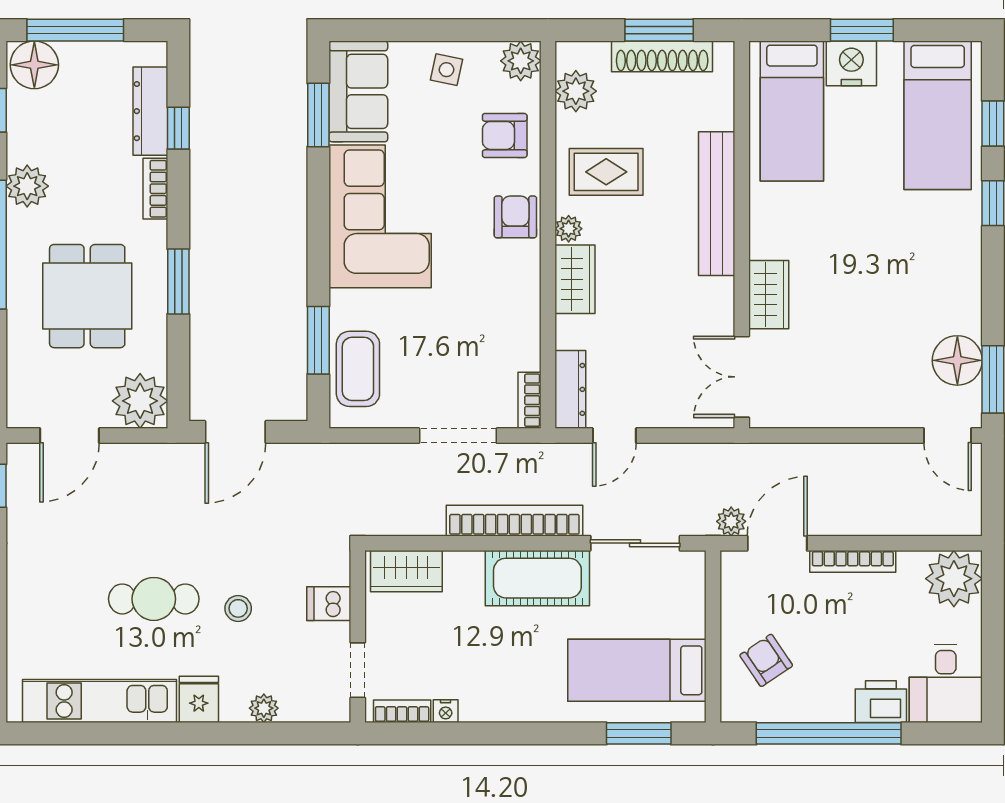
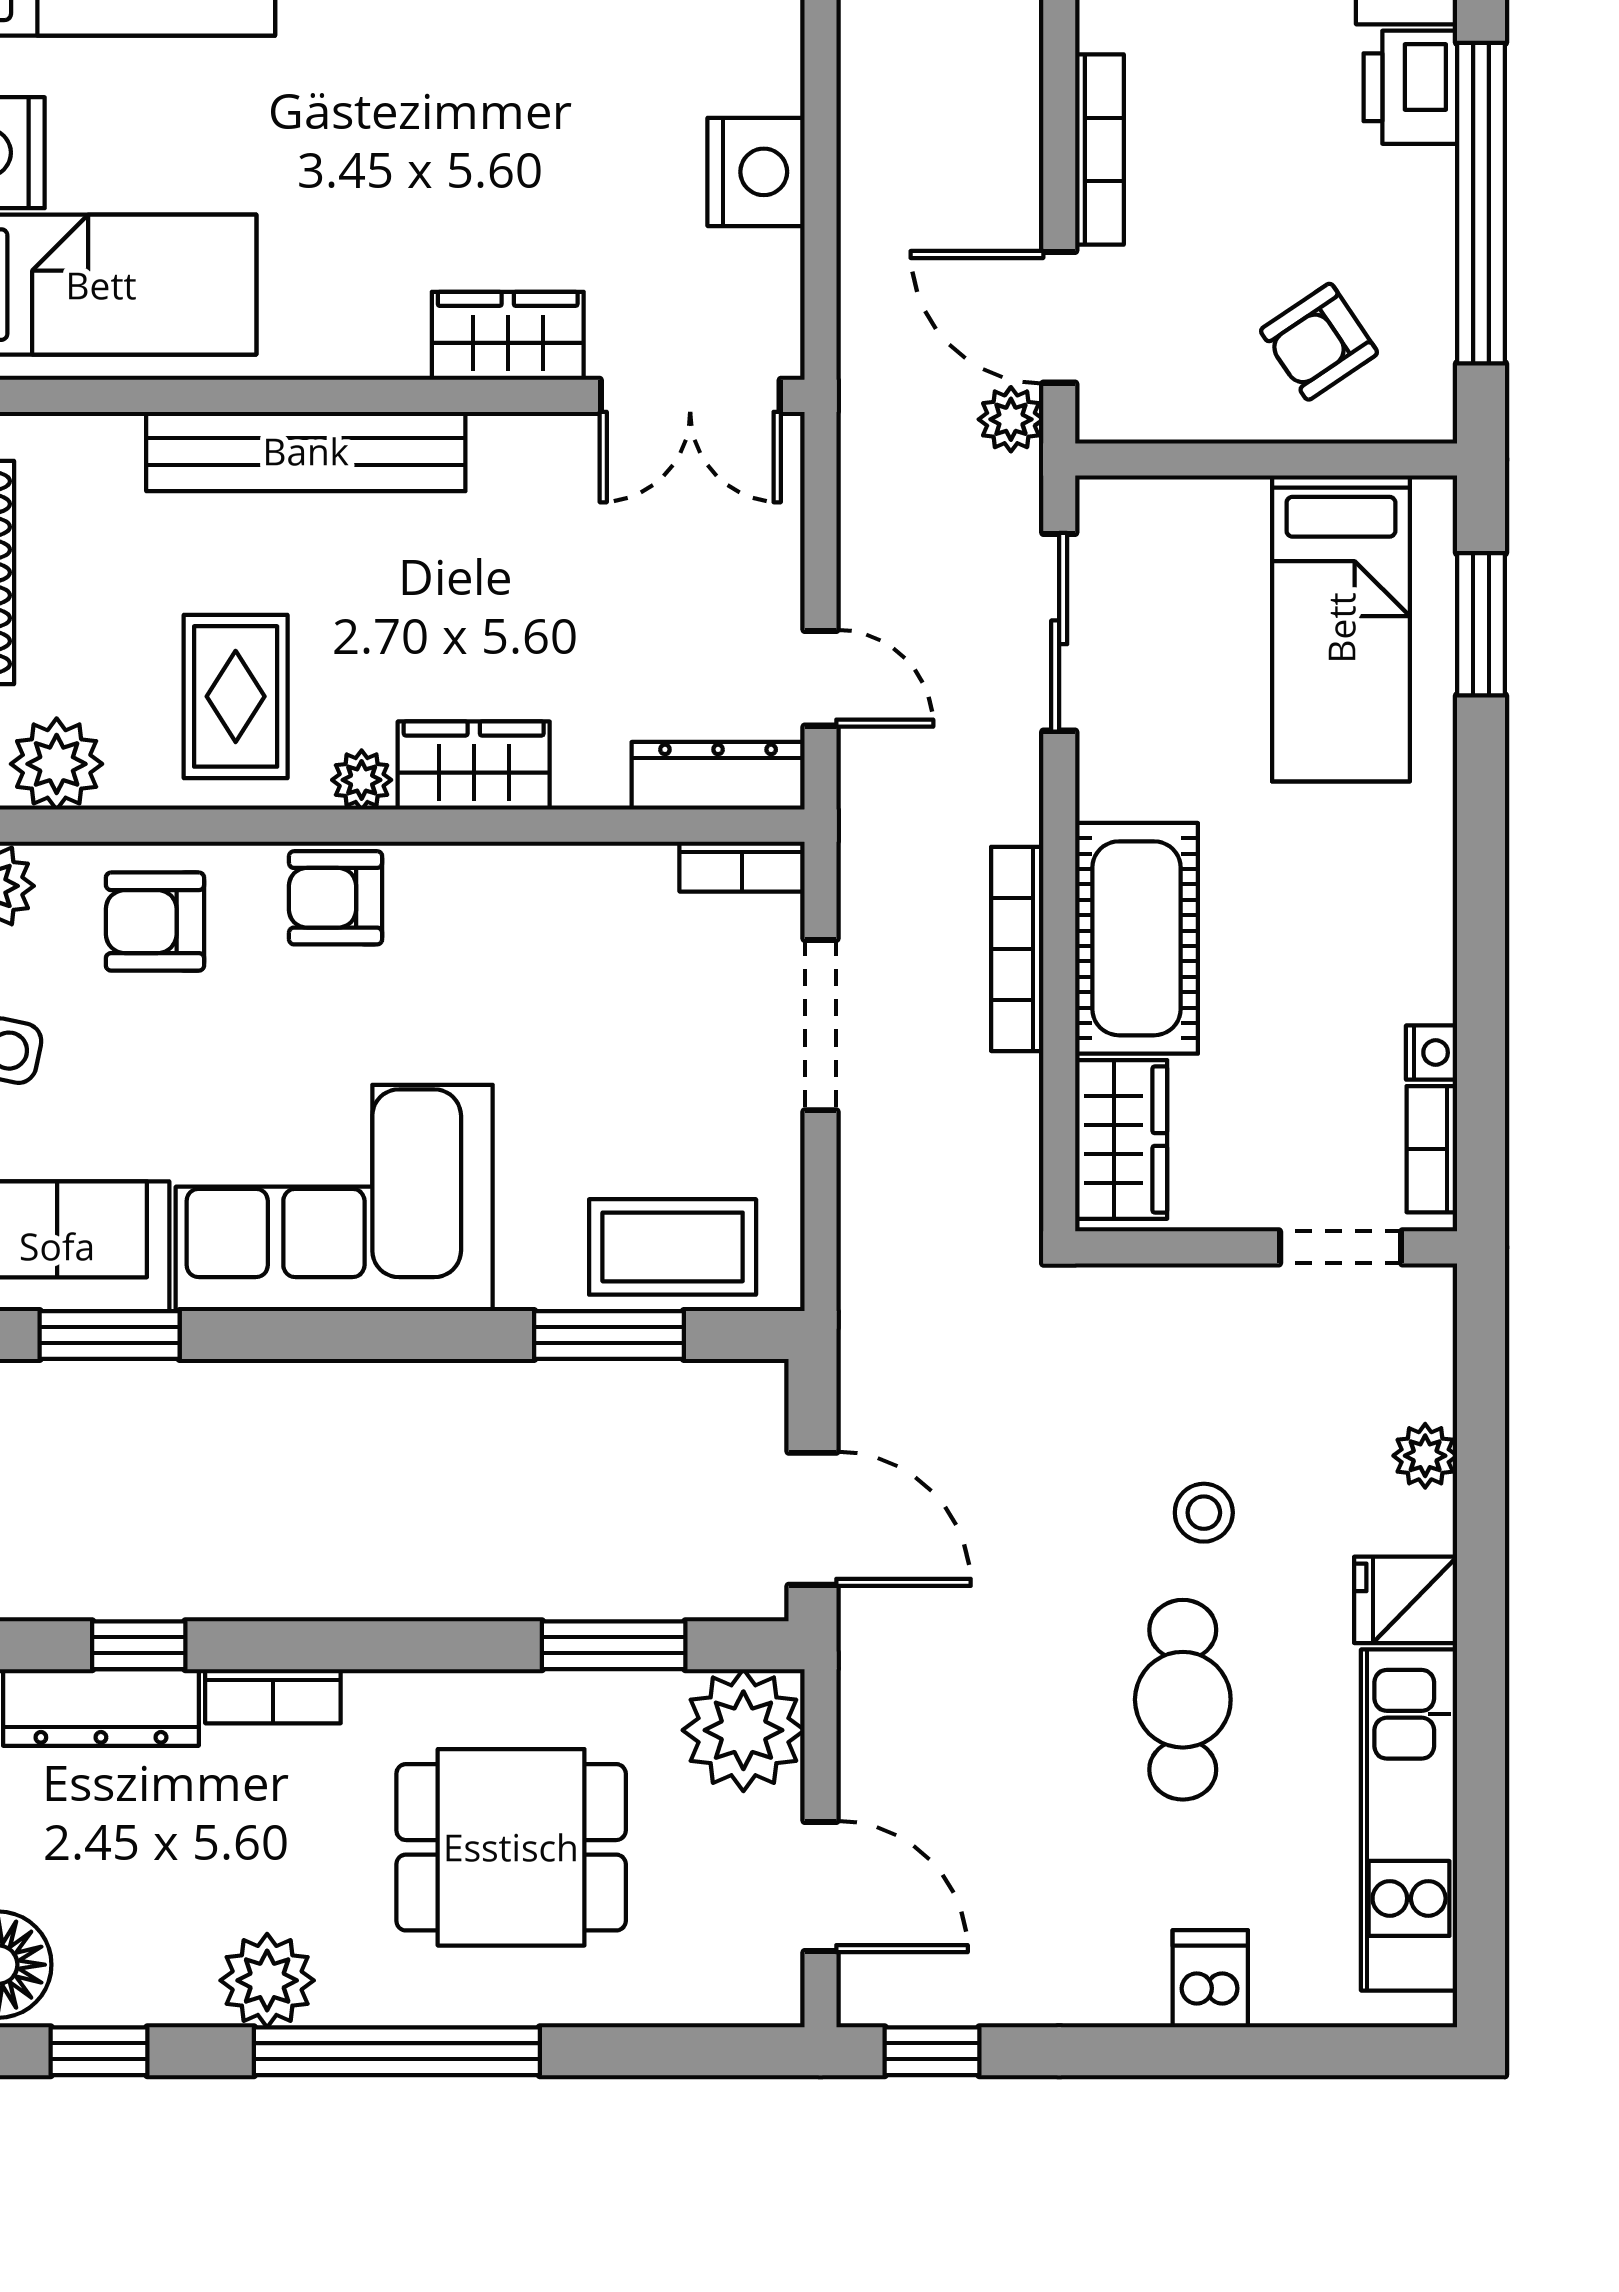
armchair: (505, 135) -> (155, 922), turned 90
window: (178, 281) -> (614, 1645), moved
nightstand: (843, 407) -> (756, 172), added
bookcase: (514, 521) -> (1017, 949), width x0.68, depth x0.76
cot: (537, 578) -> (1137, 938), moved
dishwasher: (329, 604) -> (1210, 1979), moved, turned 180

